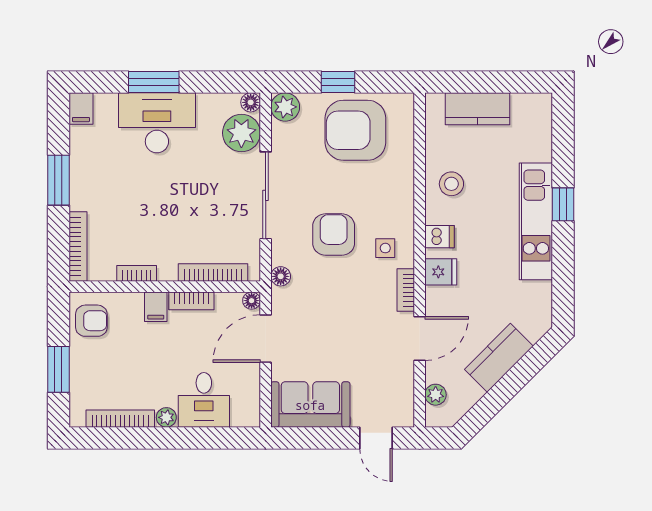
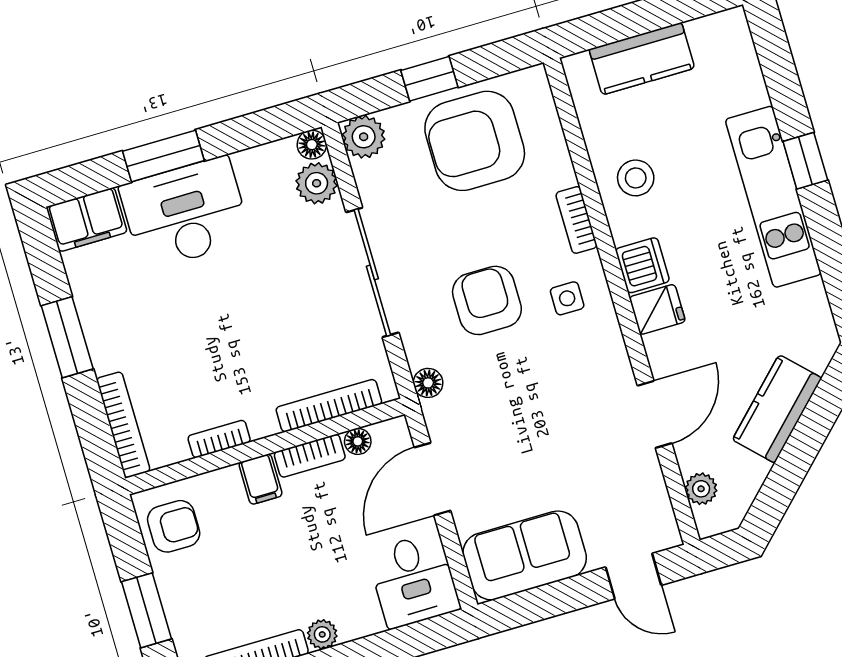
filing cabinet: (81, 108) -> (87, 220), width x2.00
plant: (241, 133) -> (317, 183), width x0.73, depth x0.73
dishwasher: (439, 237) -> (642, 265), width x1.38
bookcase: (406, 290) -> (576, 220), moved
floor lamp: (252, 301) -> (358, 441), moved
desk: (204, 400) -> (414, 580), moved

